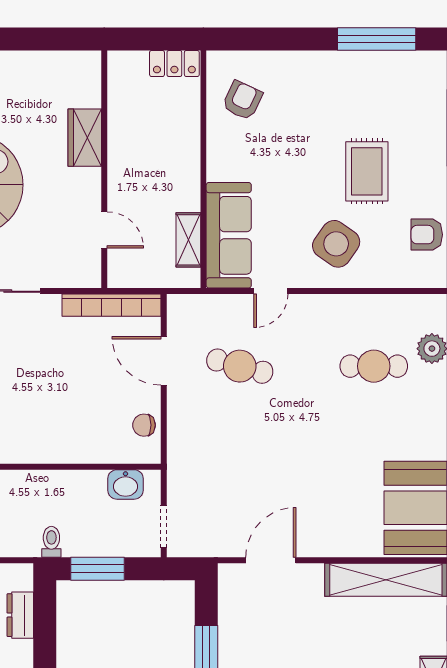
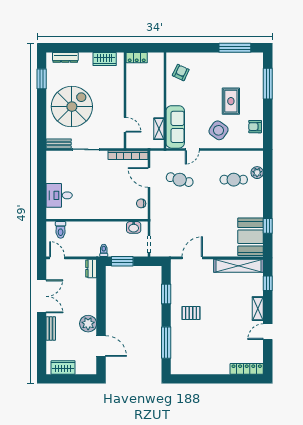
locker: (174, 63) -> (137, 58), moved
wardrobe: (85, 138) -> (105, 59), moved, turned -90
dresser: (20, 615) -> (91, 269), moved

